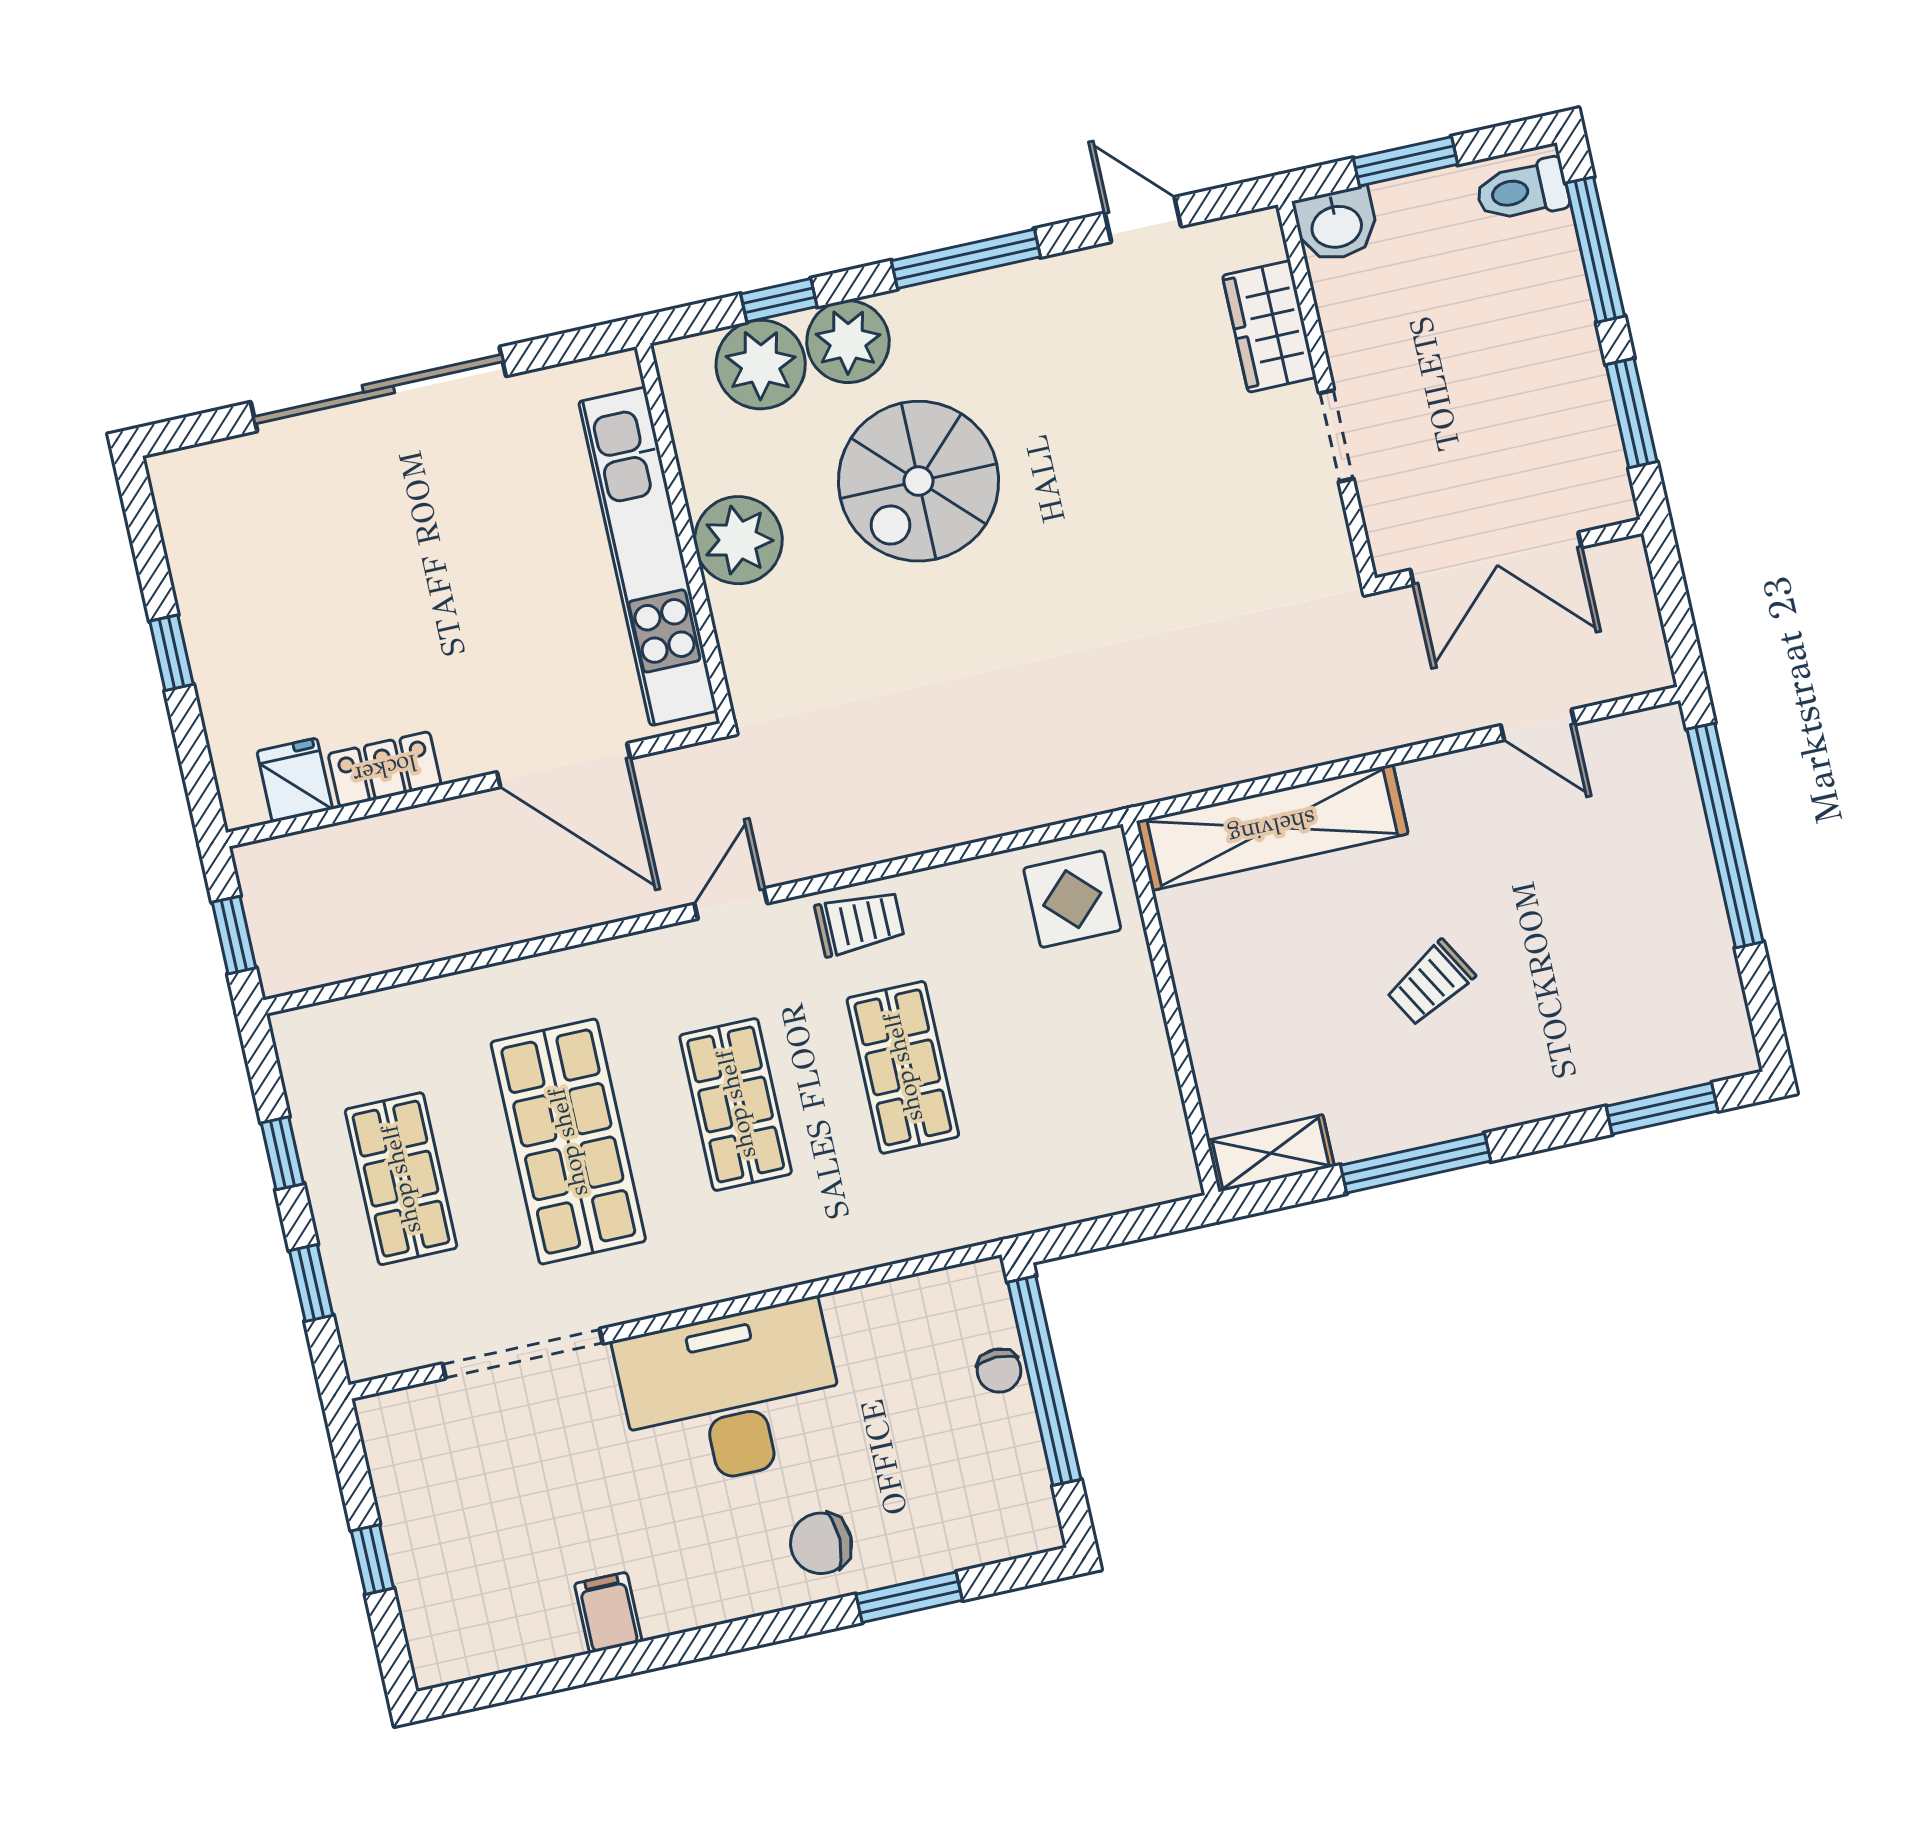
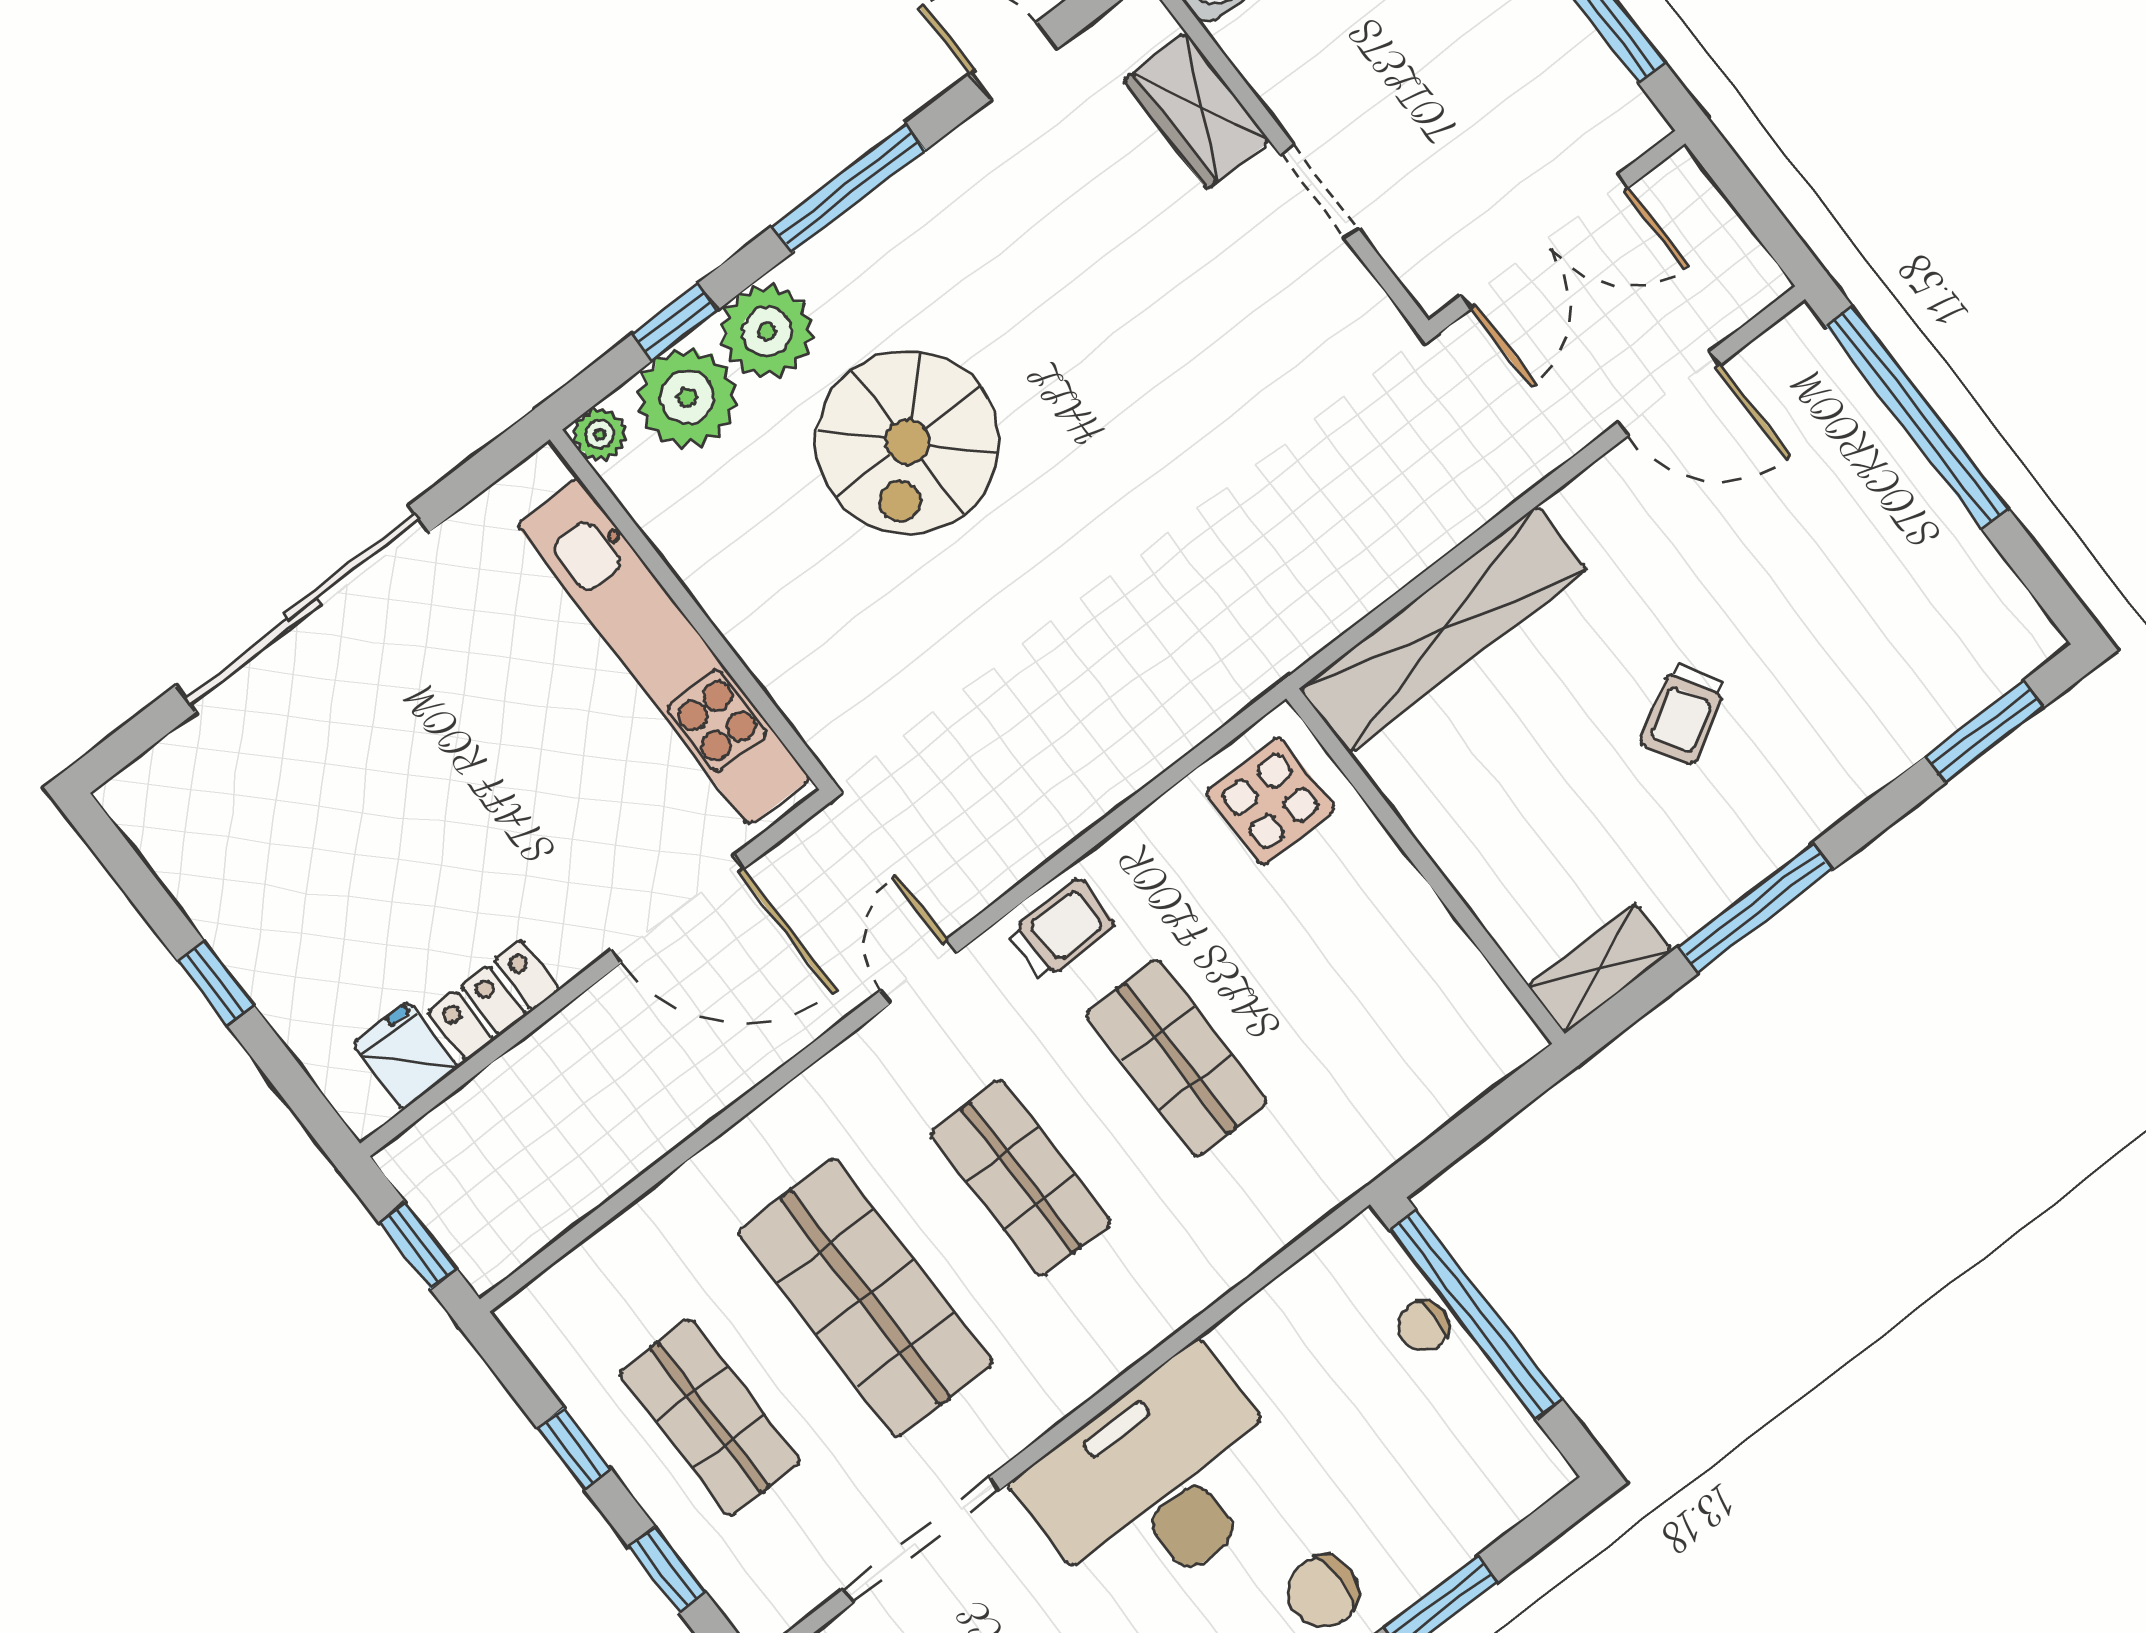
plant: (738, 540) -> (600, 434), moved, width x0.53, depth x0.53
door: (1538, 725) -> (1669, 394), width x1.38
chair: (999, 1371) -> (1424, 1326), turned 90

